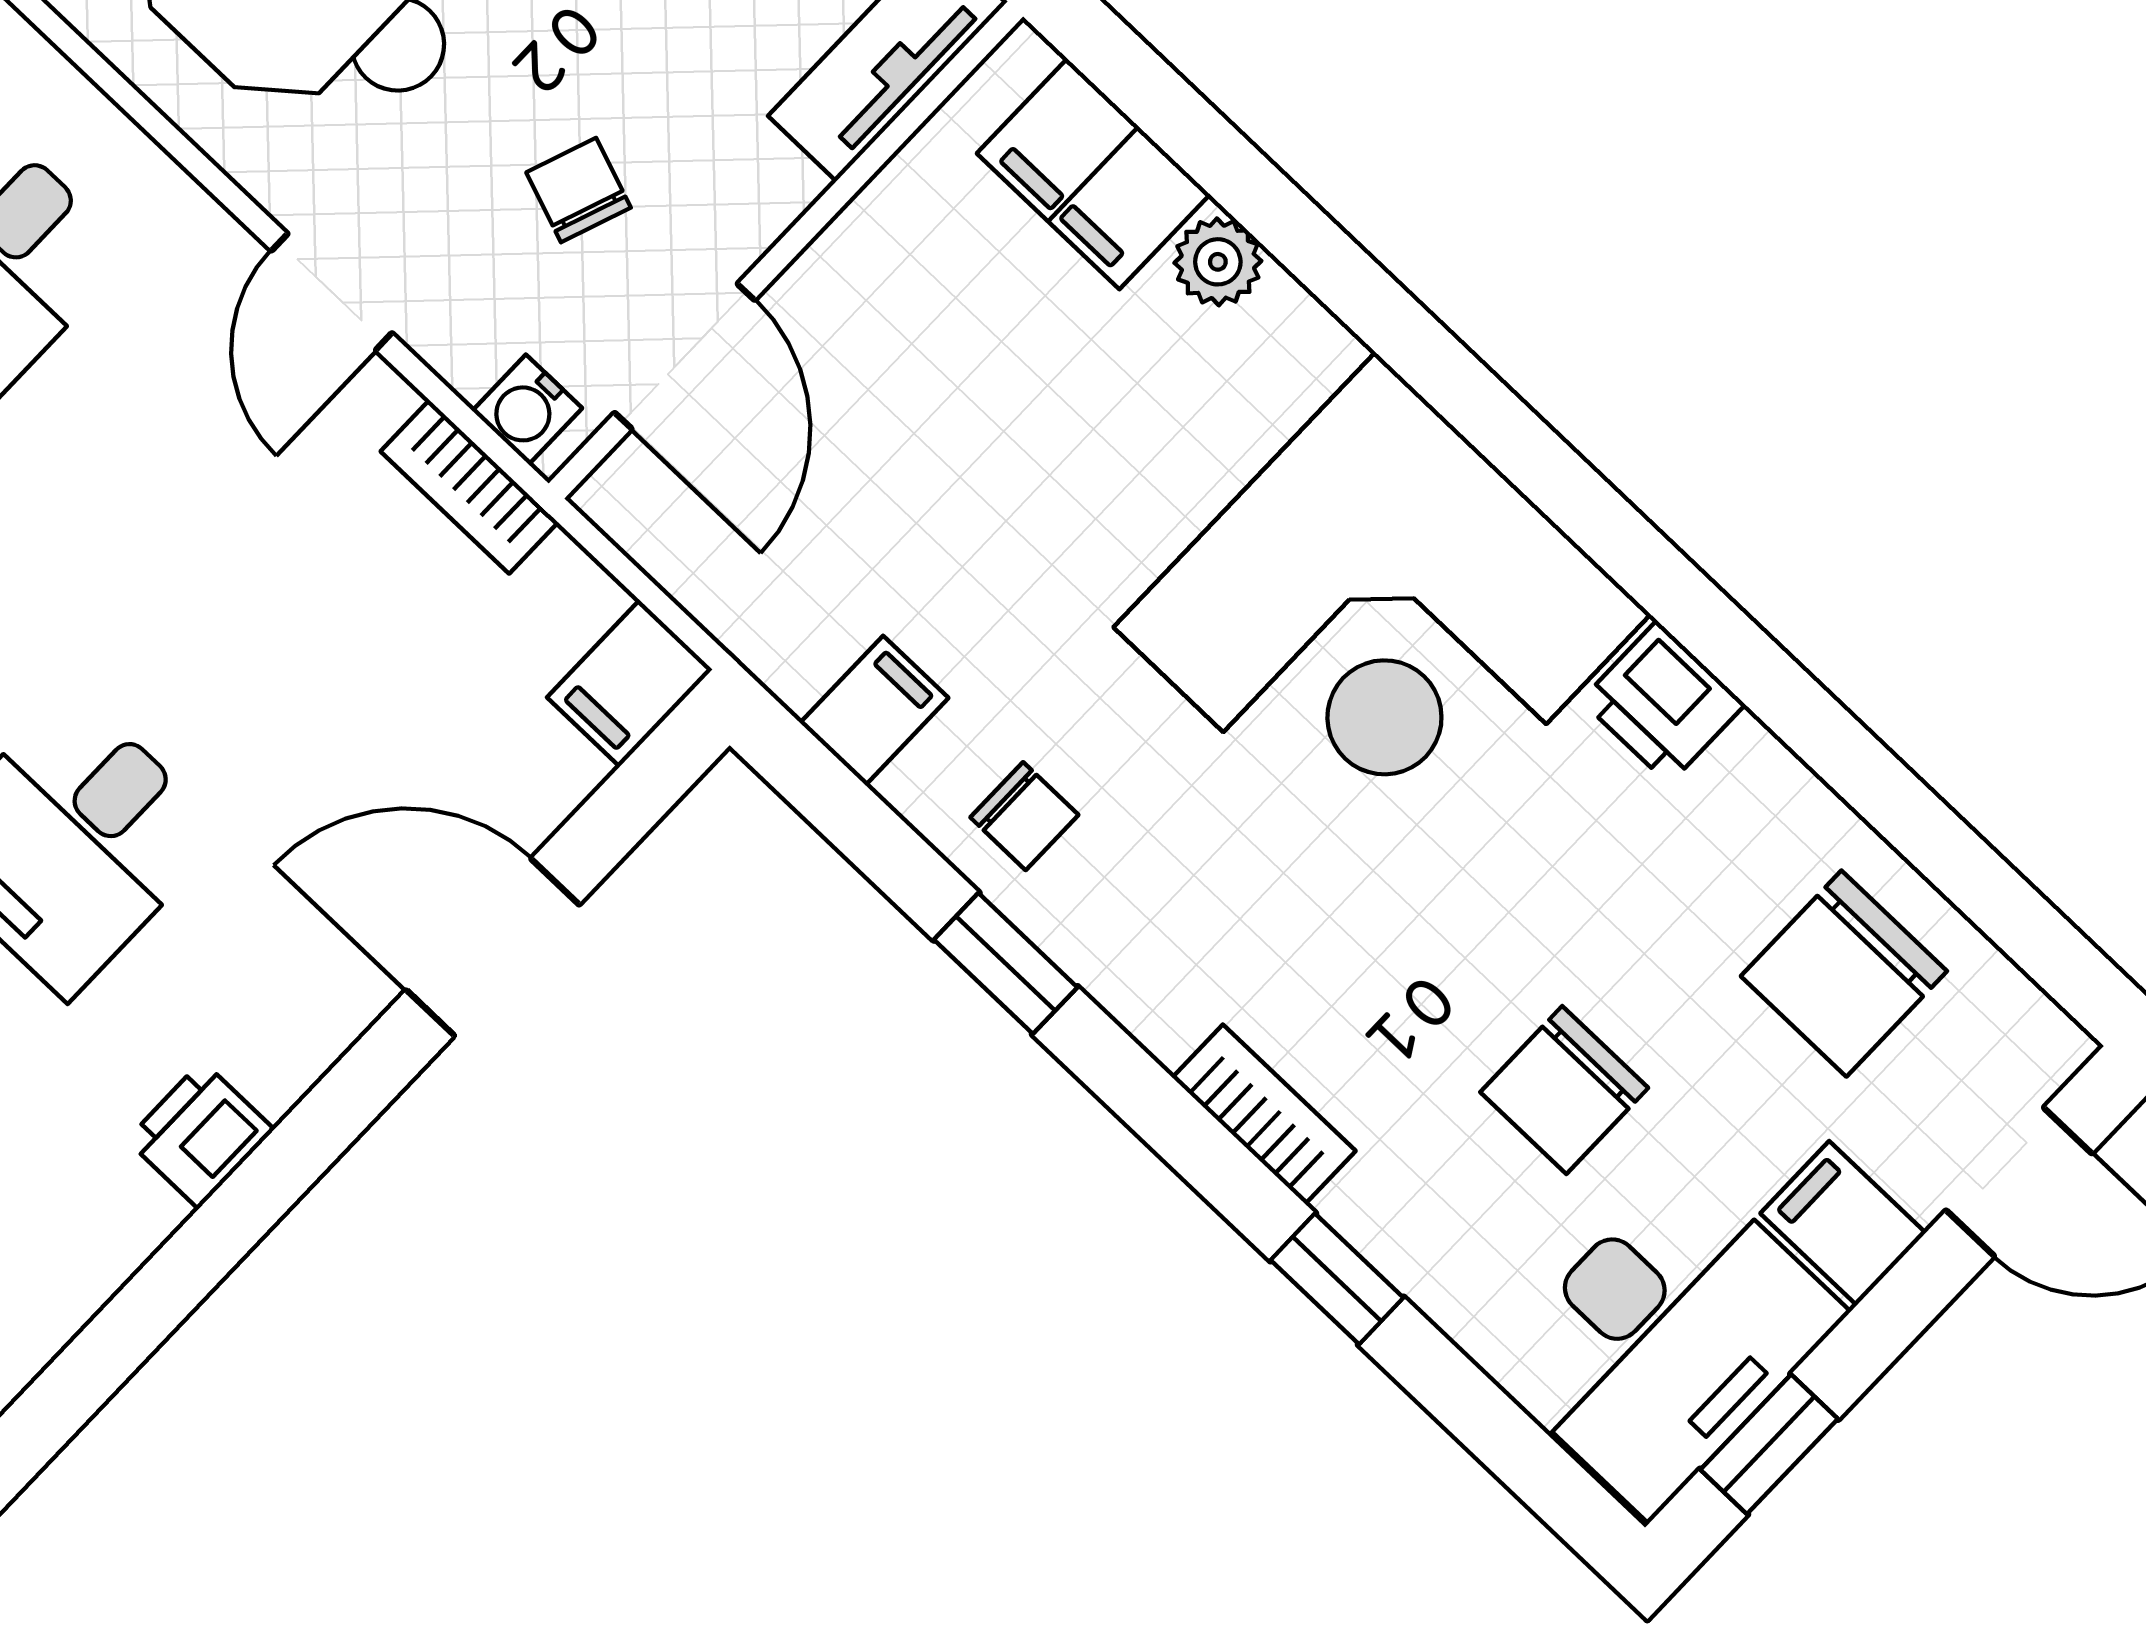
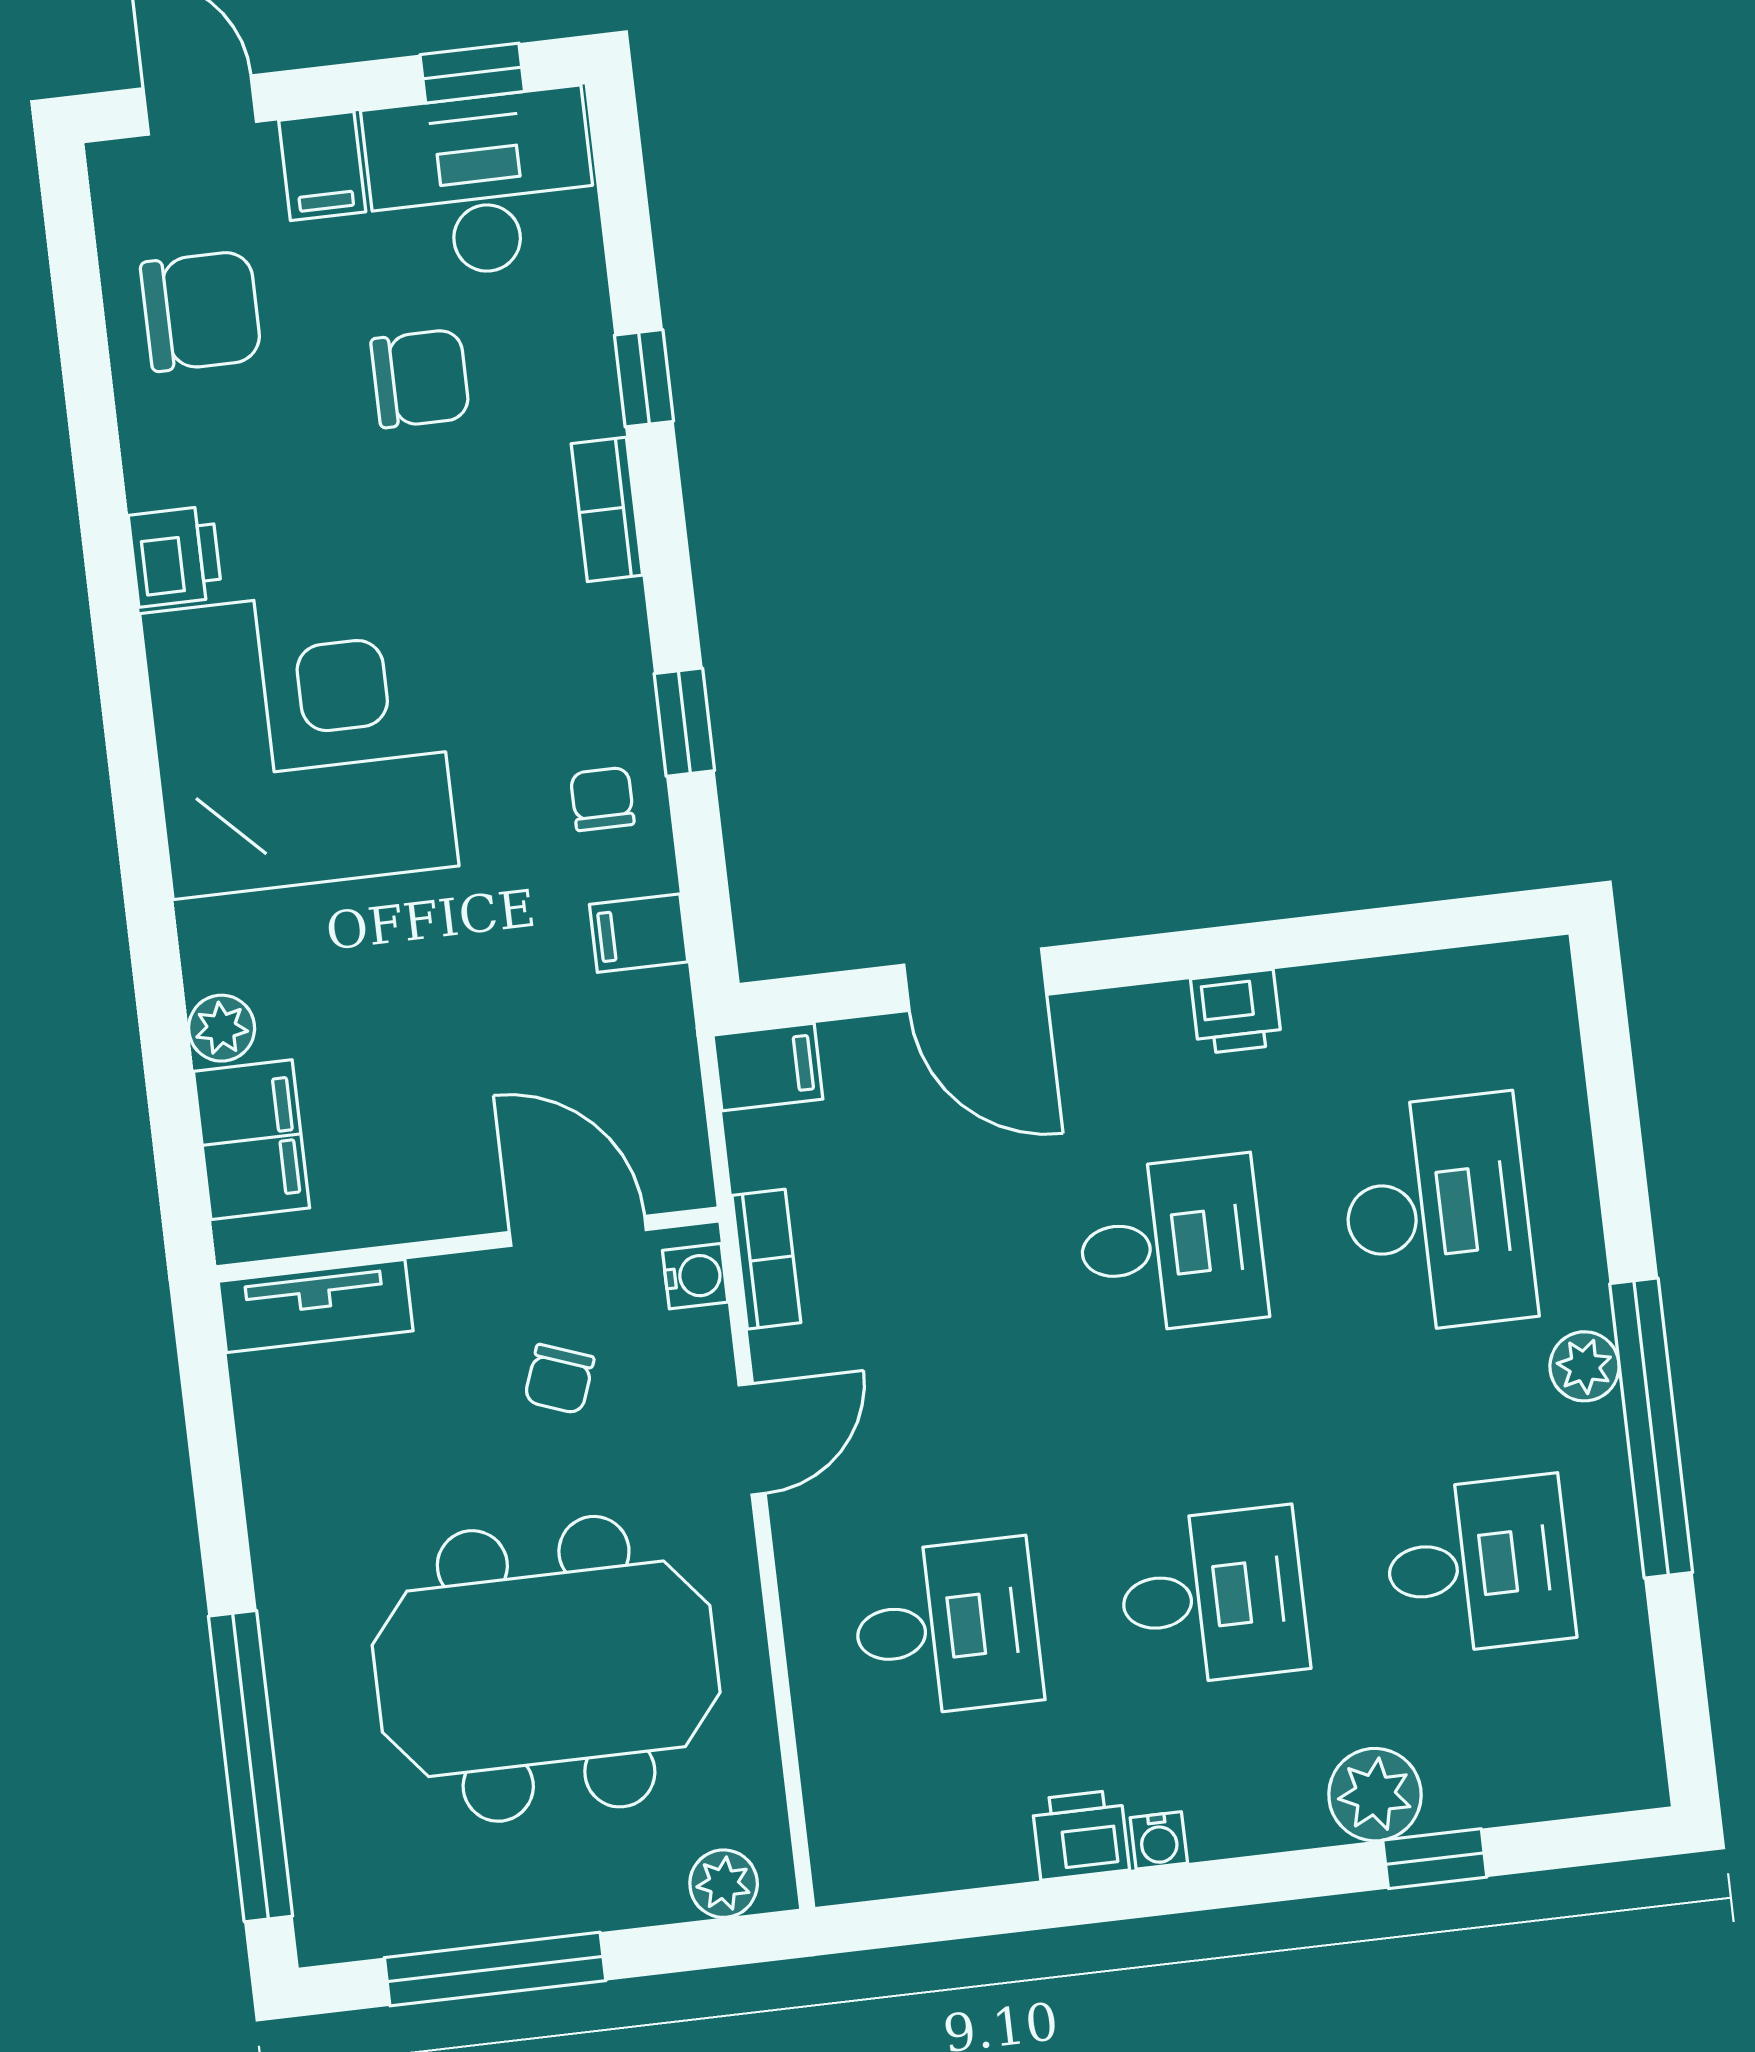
door: (685, 356) -> (578, 1231), hinge flipped

